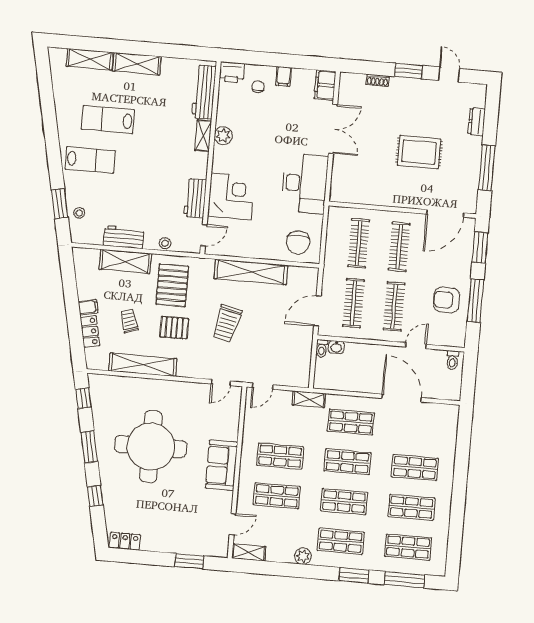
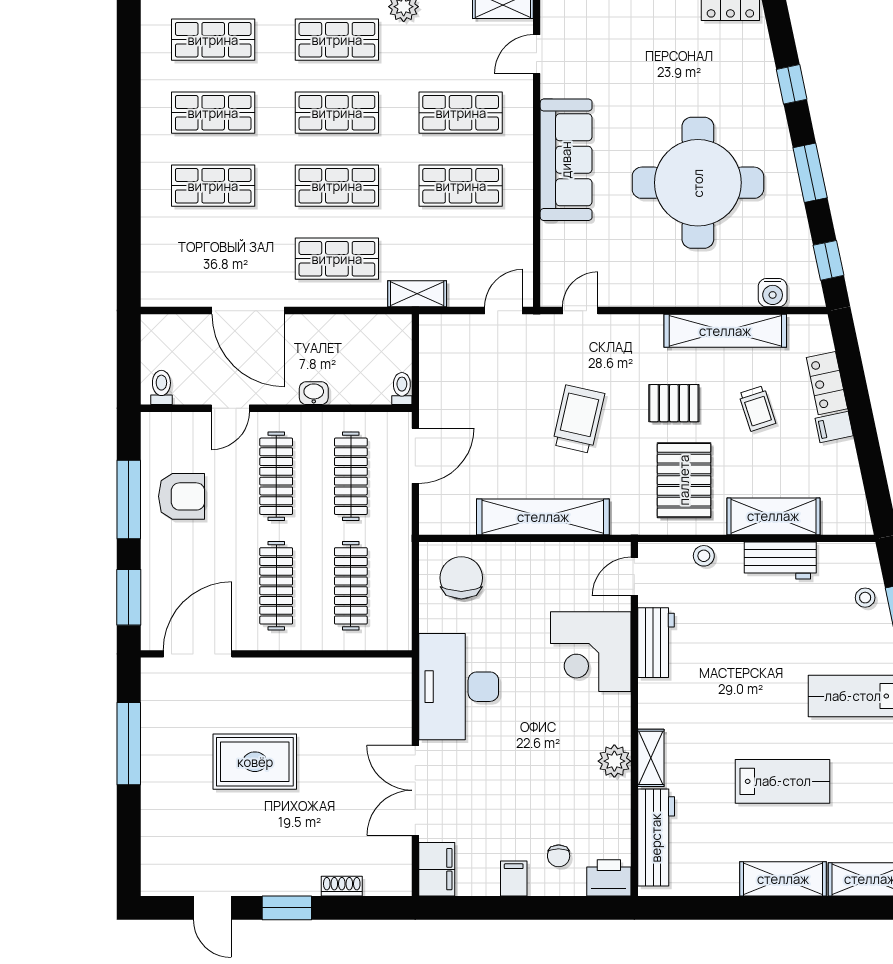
lab bench: (108, 120) -> (783, 781), moved
dresser: (477, 122) -> (155, 826), removed
washbasin: (336, 347) -> (314, 393), moved
water cooler: (115, 383) -> (773, 293), added
sofa: (222, 465) -> (566, 160), width x1.36

